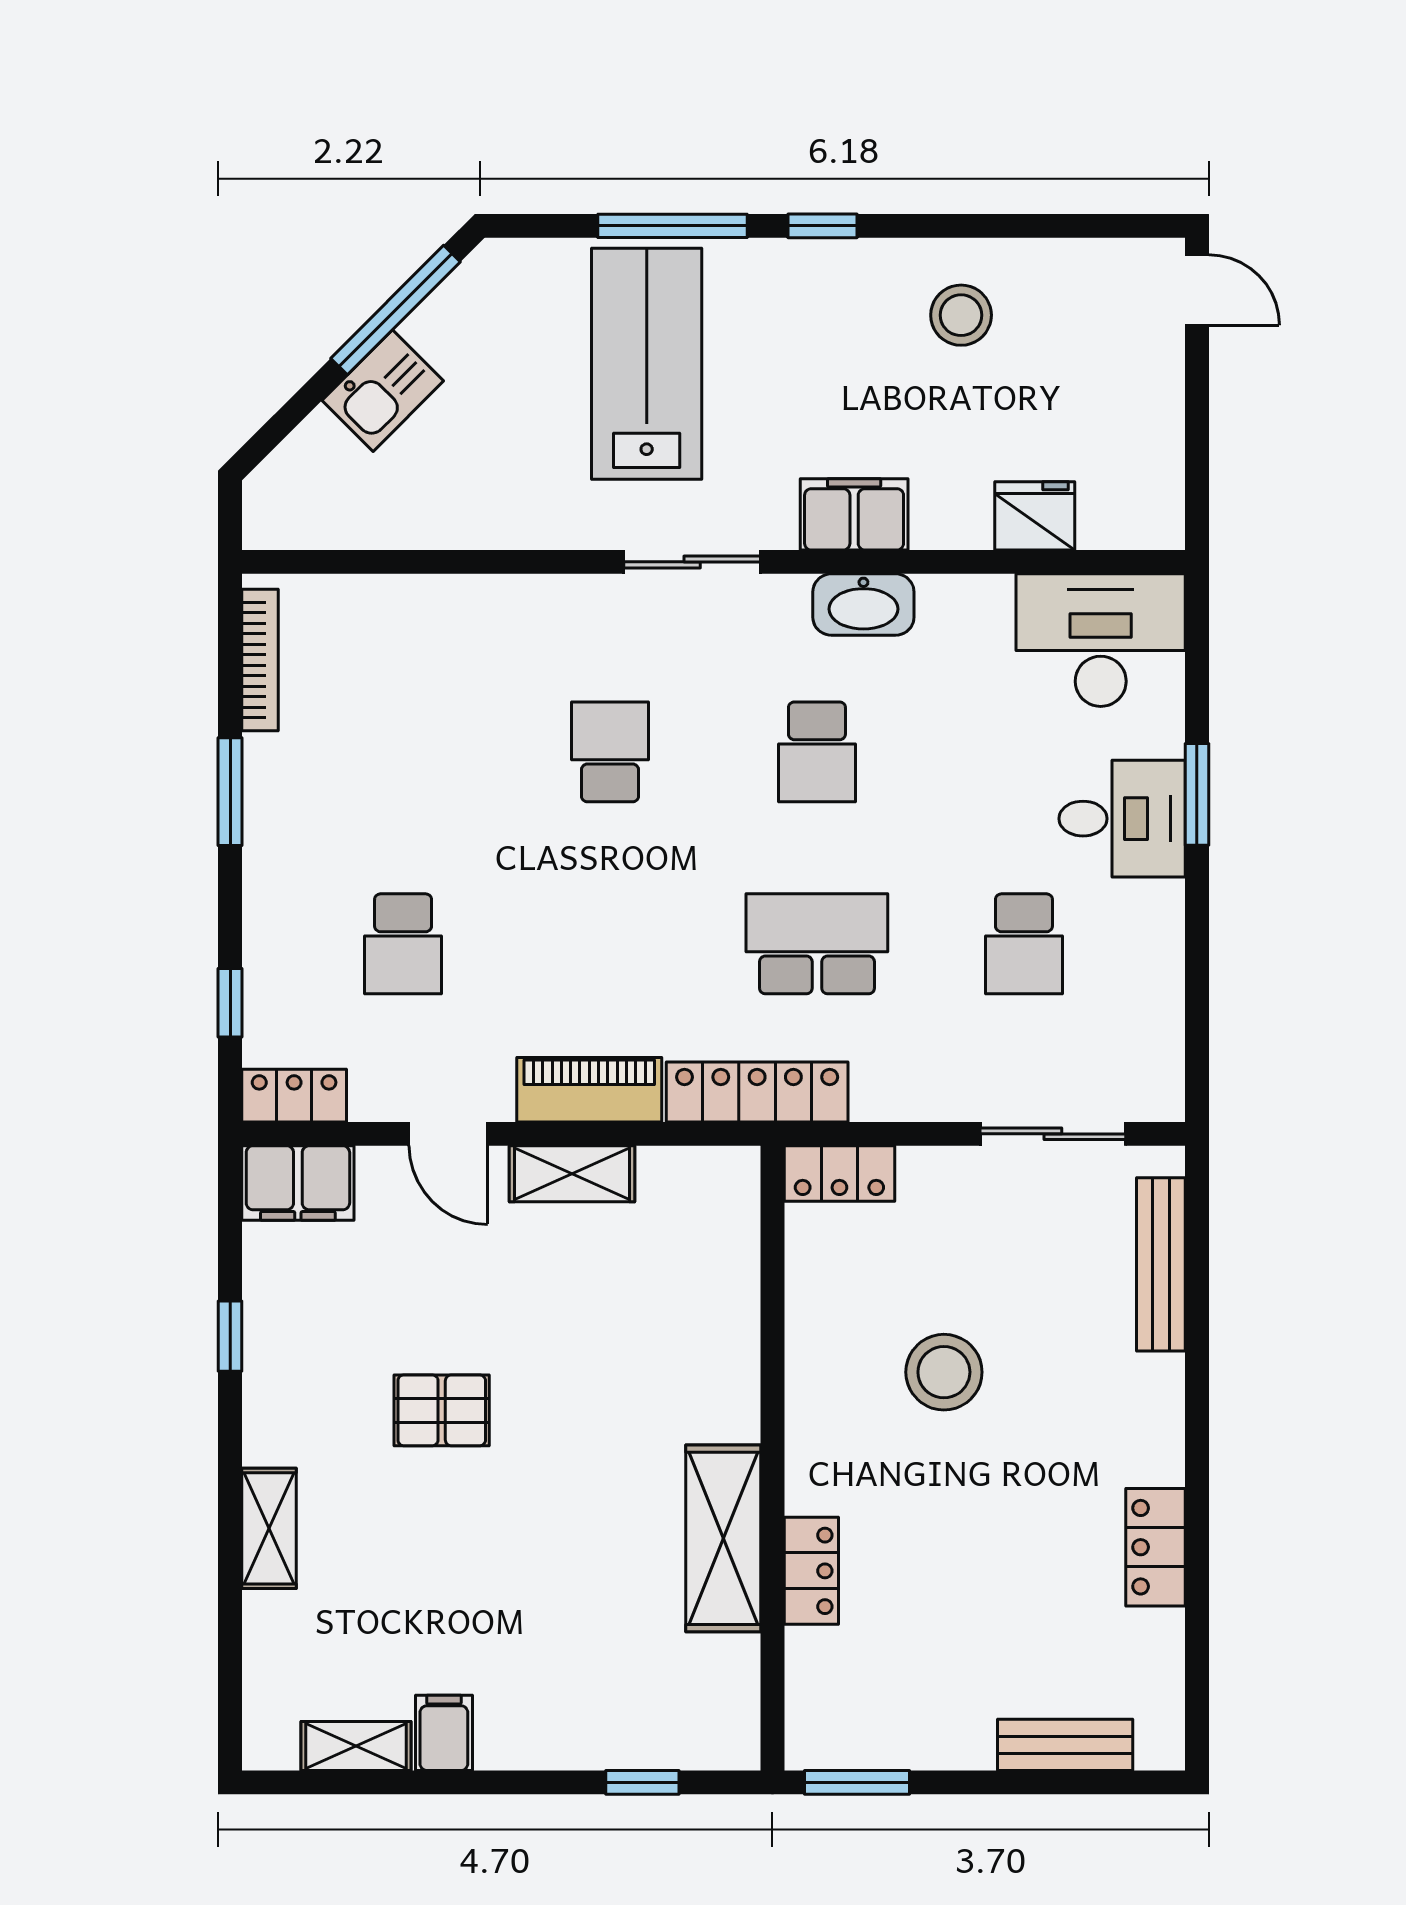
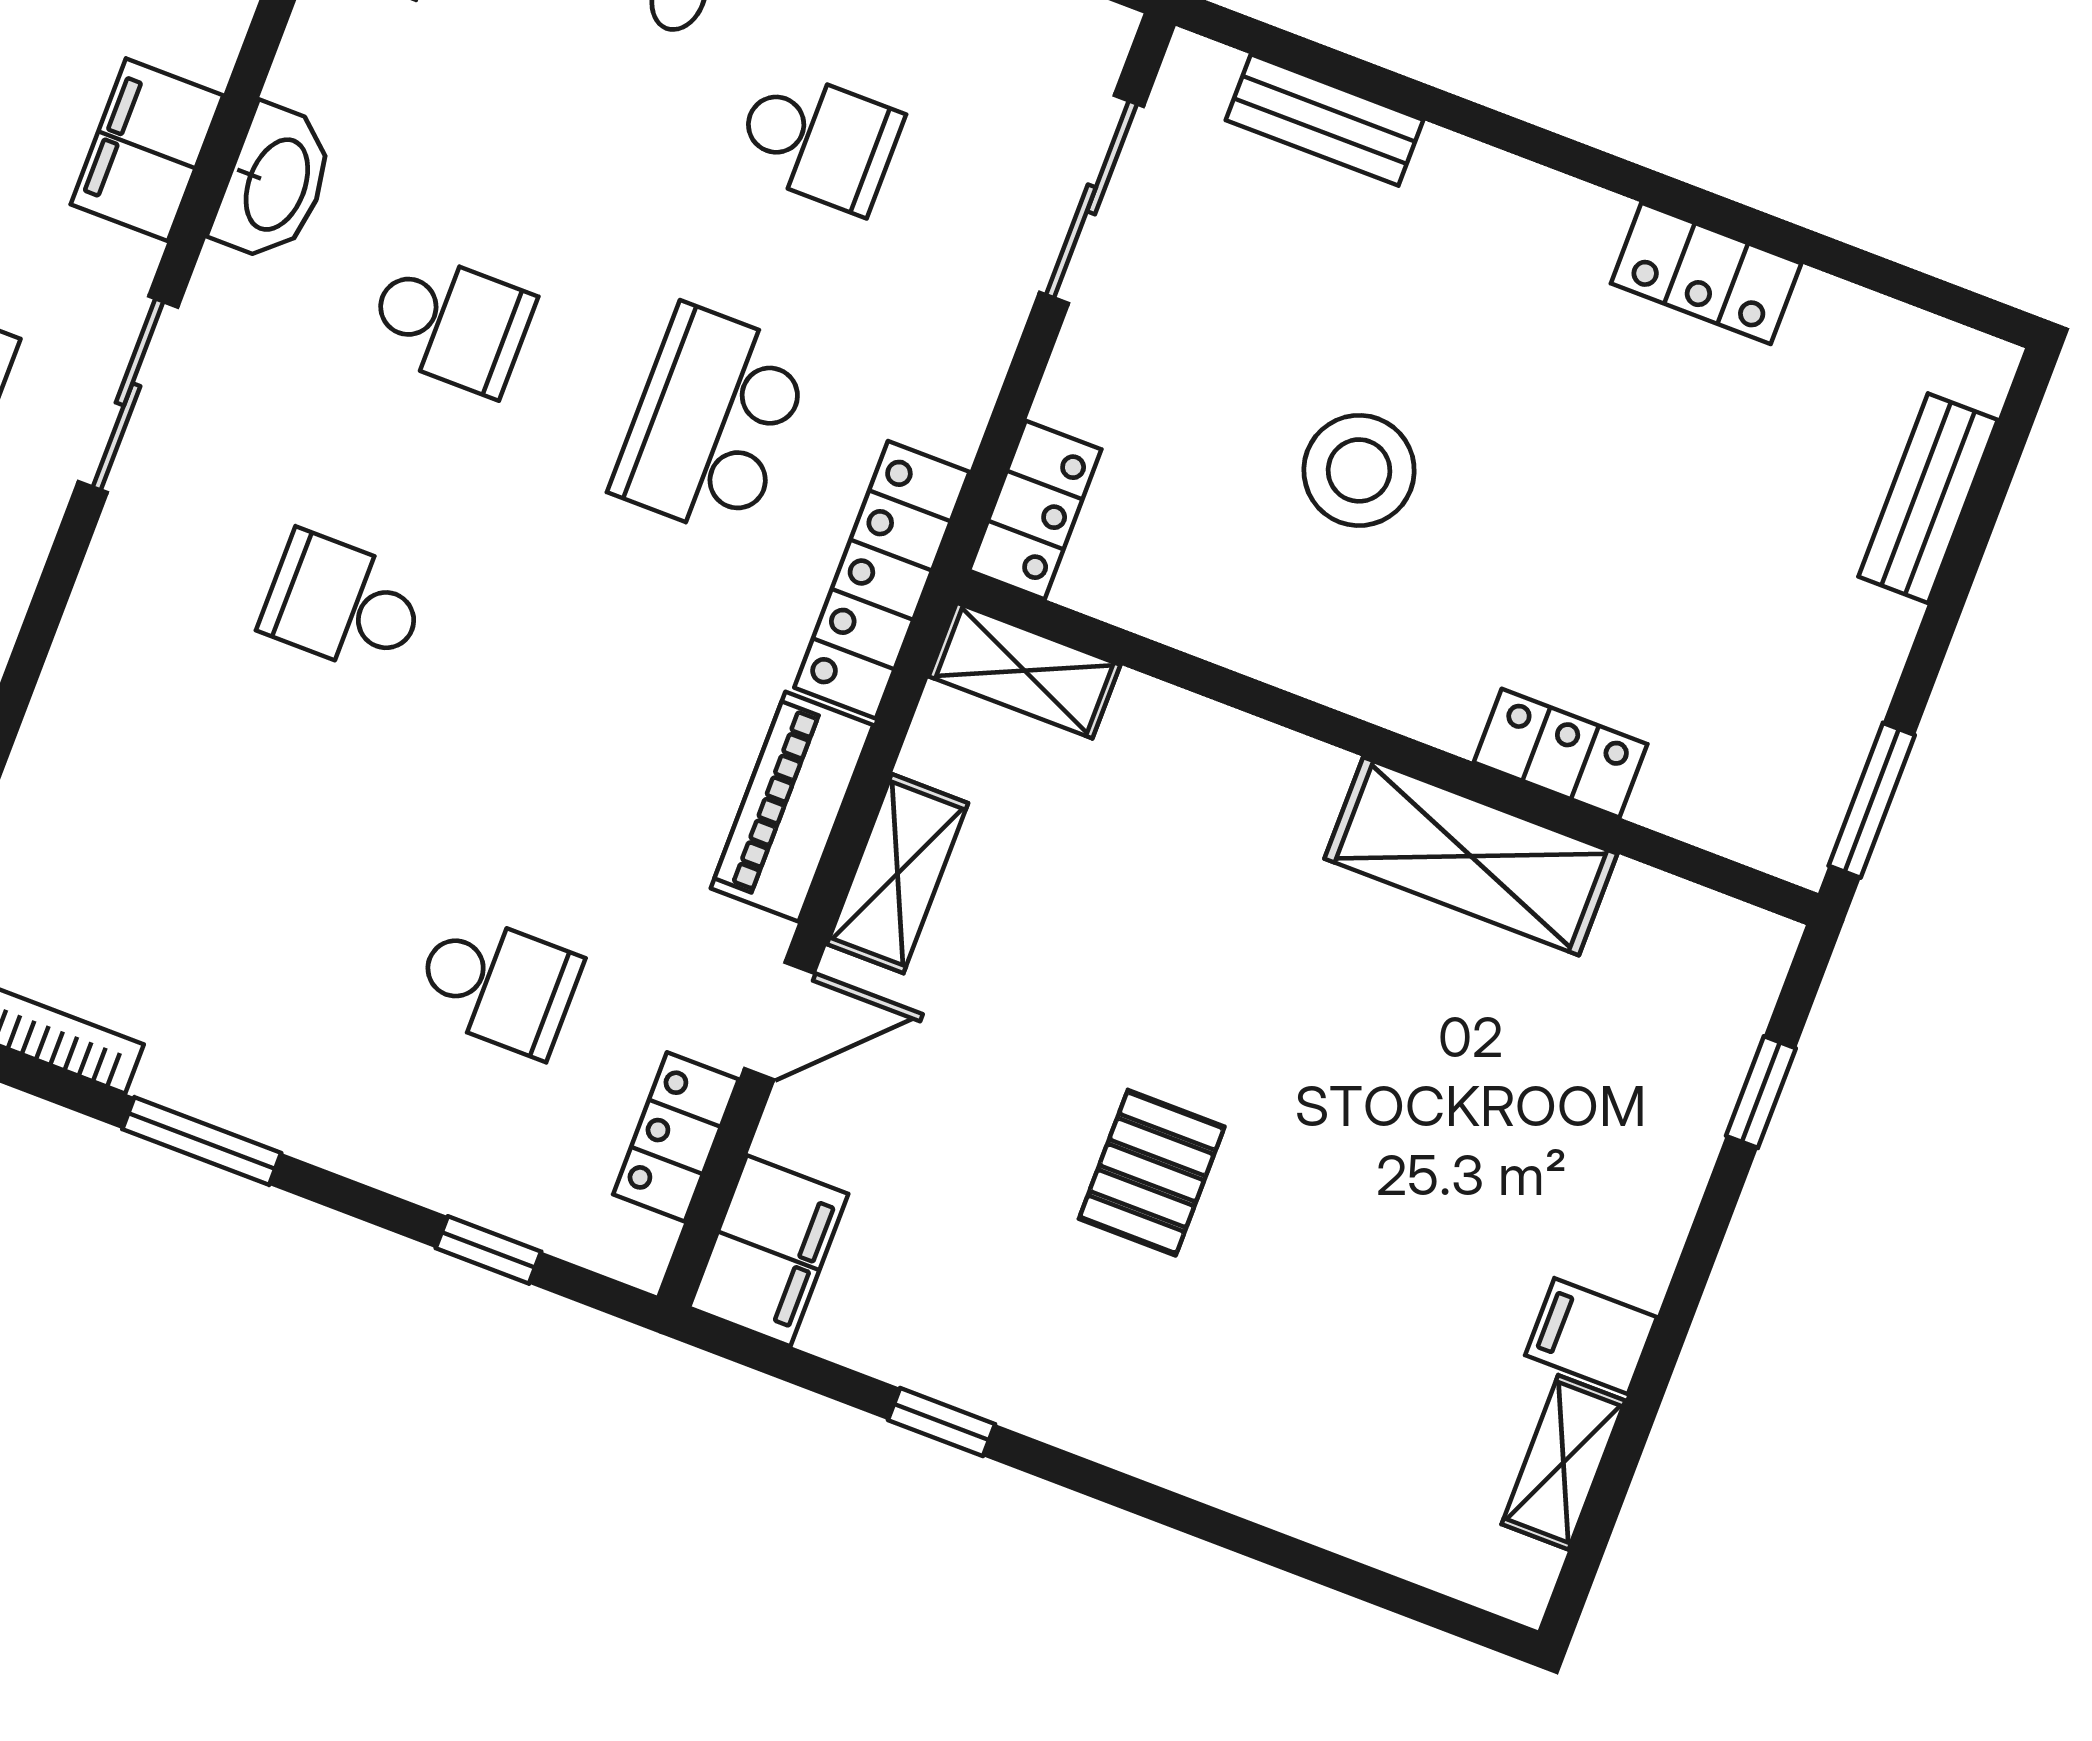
locker: (294, 1096) -> (676, 1137), moved
bench: (1161, 1264) -> (1325, 120), width x0.73
shelving: (269, 1528) -> (1024, 671), moved

